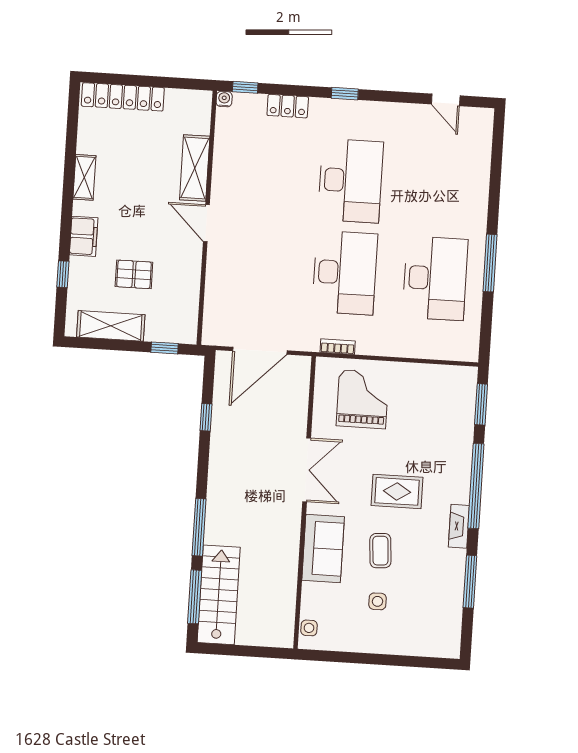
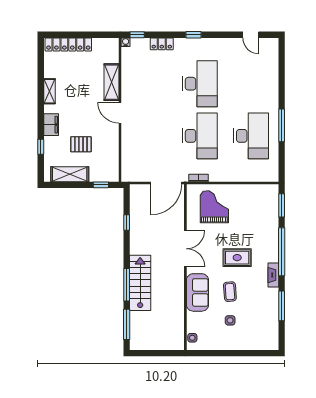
door: (260, 351) -> (166, 183), moved
stairs: (219, 595) -> (140, 283), moved

